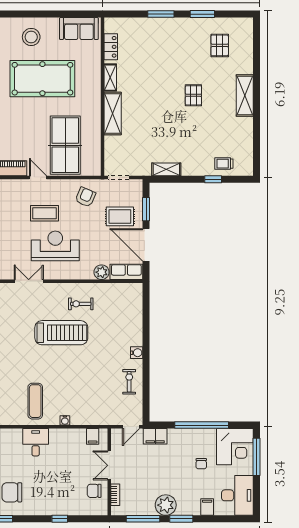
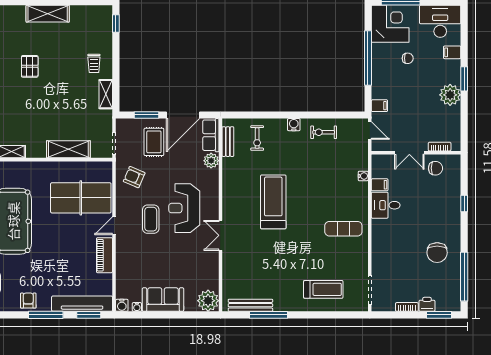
pallet: (193, 95) -> (30, 66), turned 90
shelving: (245, 96) -> (48, 14), moved
shelving: (113, 114) -> (68, 149), moved
trolley: (224, 164) -> (94, 63), moved
window: (213, 179) -> (116, 24), moved
bench: (120, 288) -> (228, 142), added
exercise bike: (81, 304) -> (257, 138), moved
water cooler: (65, 420) -> (363, 176), moved
filing cabinet: (93, 436) -> (380, 185), moved
filing cabinet: (155, 436) -> (379, 106), width x0.50
desk: (36, 442) -> (386, 205), moved
chair: (94, 491) -> (435, 168), turned -90
window: (143, 519) -> (464, 118), removed

